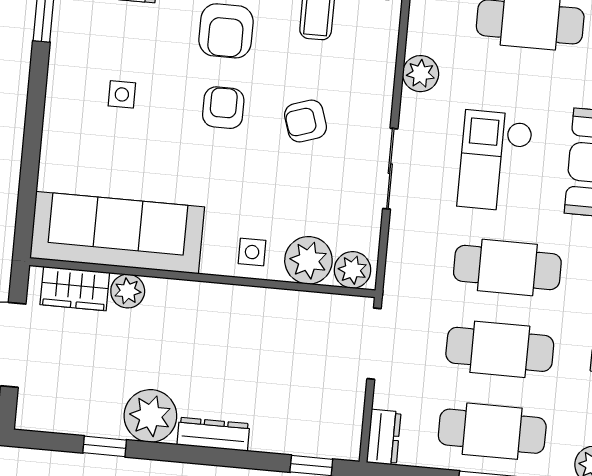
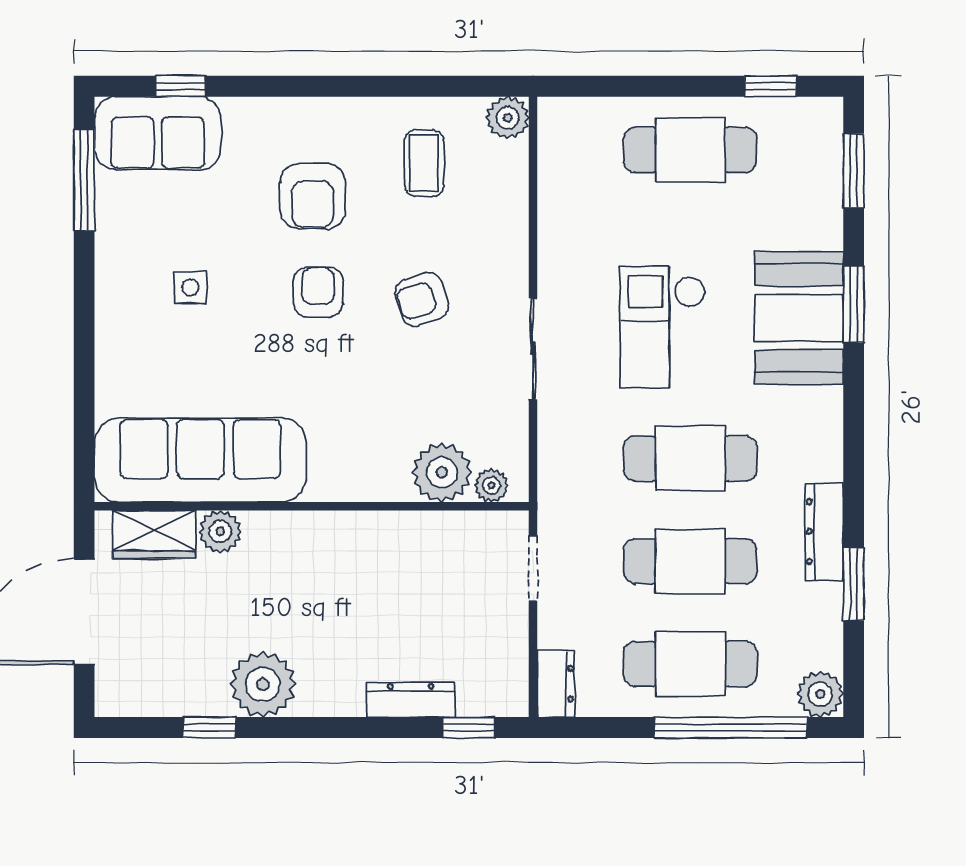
plant: (421, 74) -> (560, 227), removed
side table: (252, 252) -> (371, 469), removed
plant: (352, 270) -> (491, 485), width x0.73, depth x0.73
doorway: (374, 344) -> (533, 568), width x0.73
dresser: (213, 434) -> (411, 700), moved

